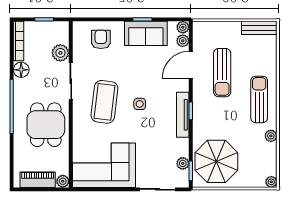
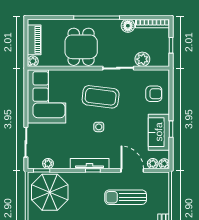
dining table: (46, 125) -> (81, 47), turned 90

